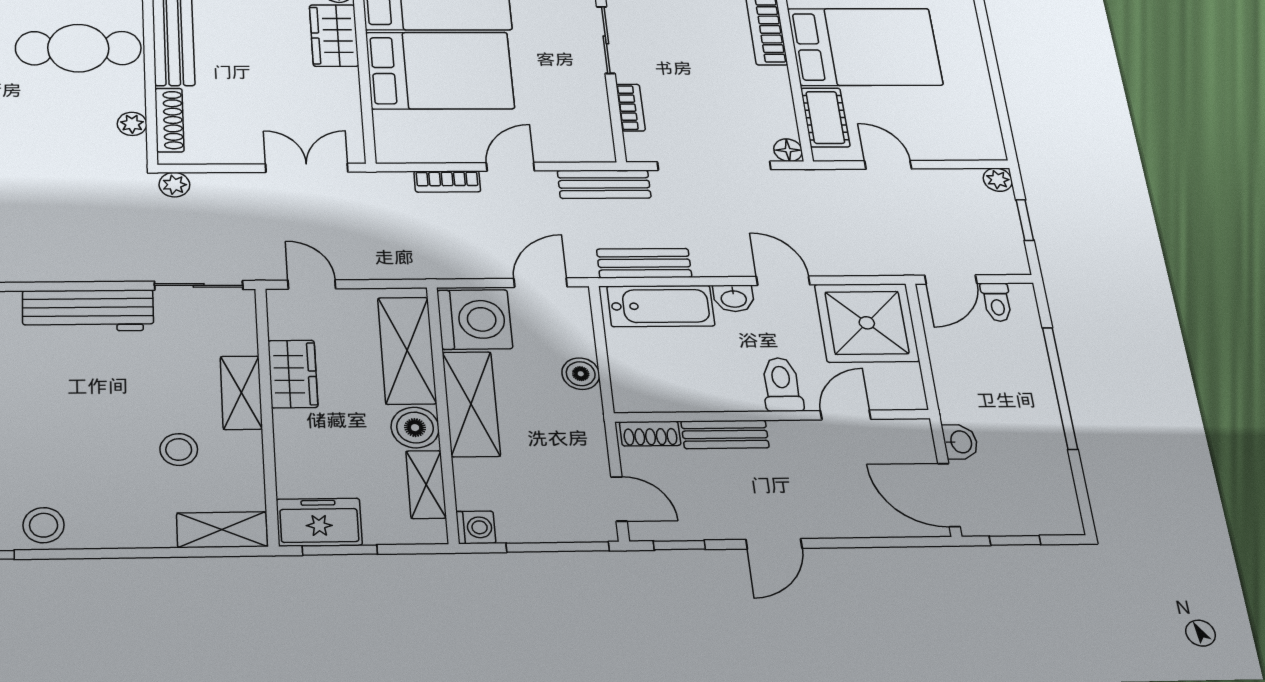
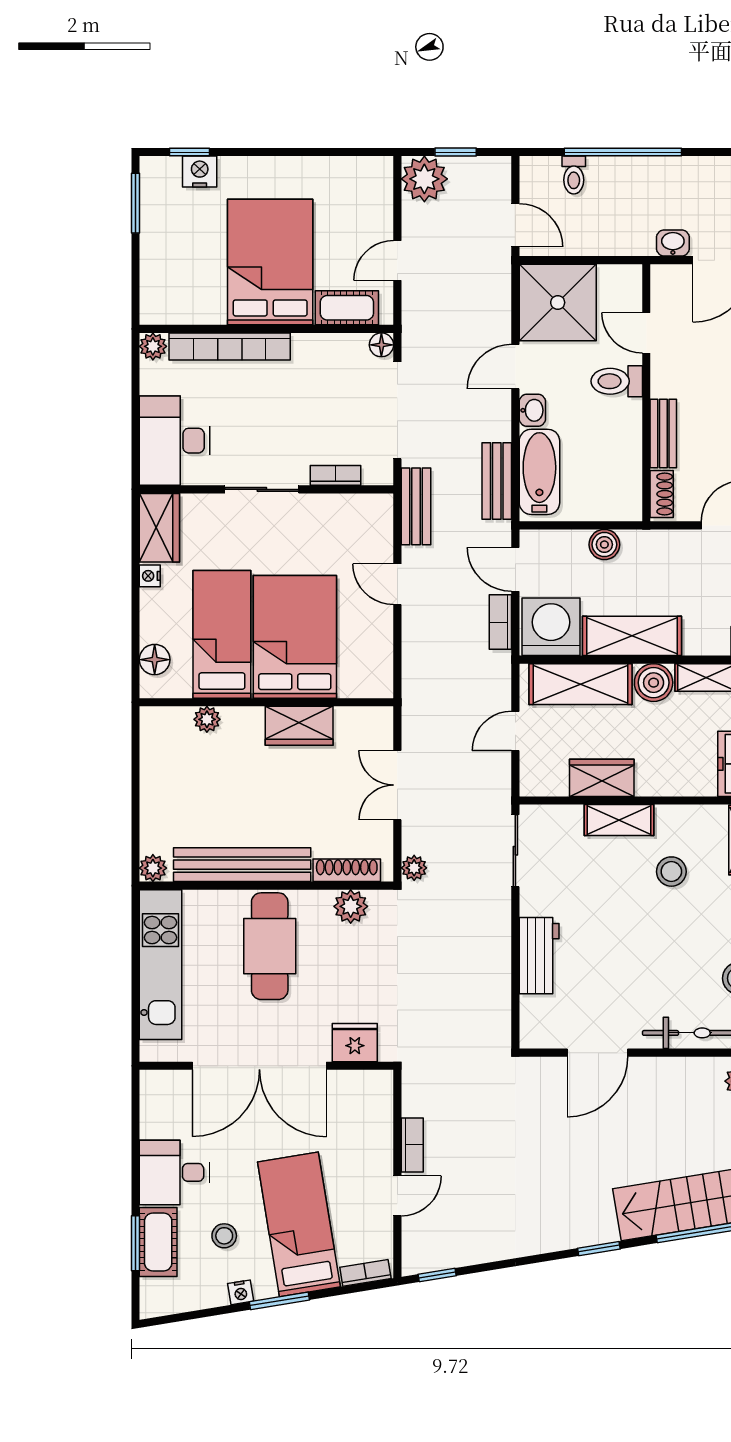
wardrobe: (334, 35) -> (299, 726), moved
plant: (132, 124) -> (351, 906), width x1.38, depth x1.38
double door: (307, 168) -> (397, 785), moved
plant: (998, 180) -> (424, 179), width x1.87, depth x1.87
bookcase: (447, 182) -> (500, 622), moved, turned 180
door: (312, 284) -> (515, 731), moved
toilet: (997, 302) -> (574, 175), moved, turned 90
workbench: (88, 311) -> (539, 956), width x0.73

